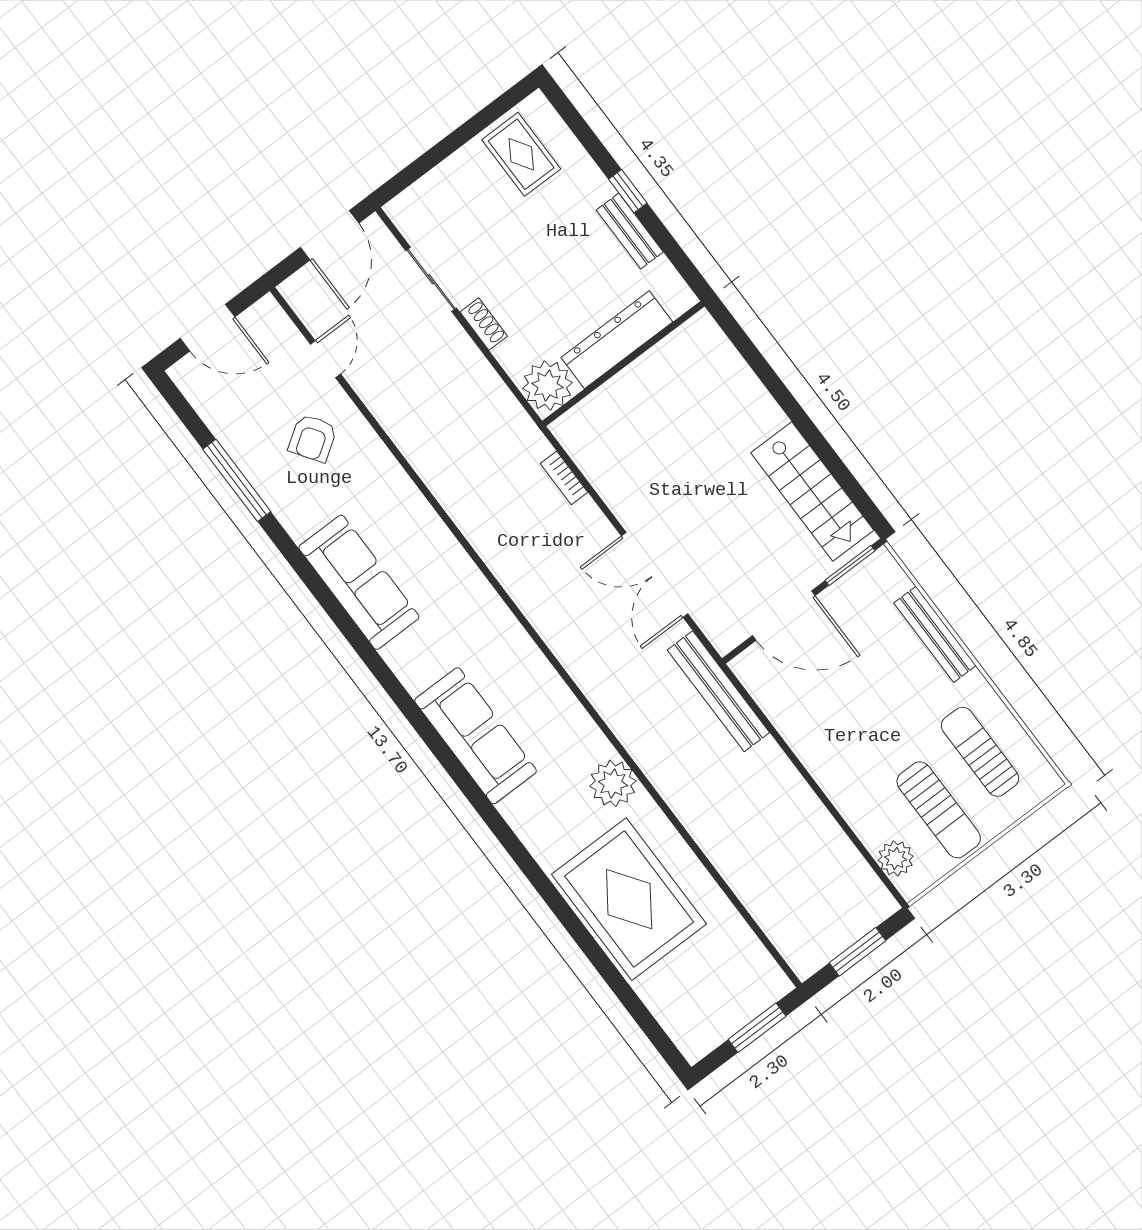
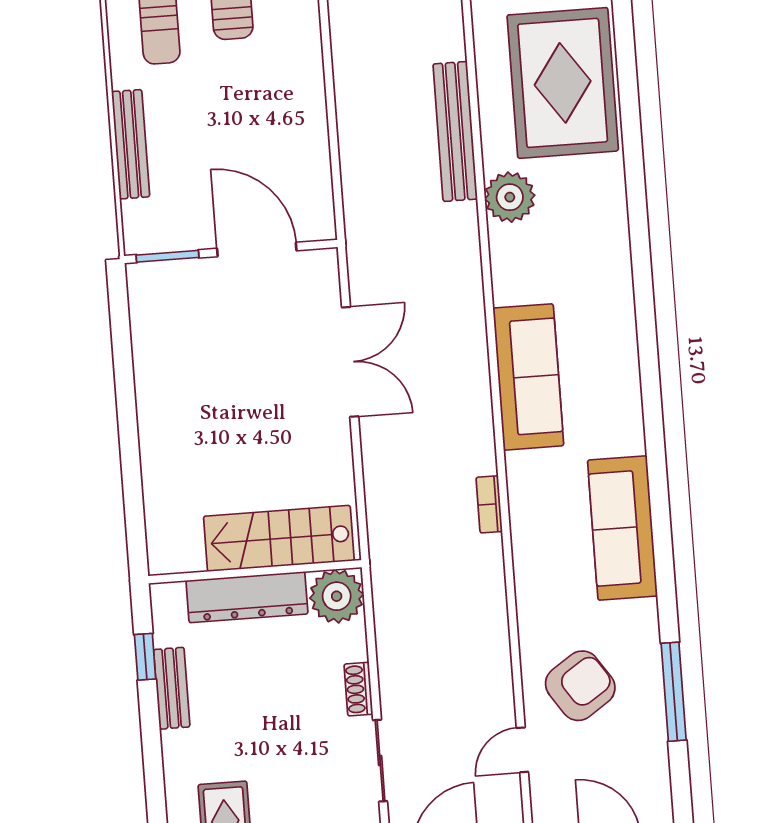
window: (628, 191) -> (145, 657), moved
armchair: (313, 438) -> (580, 686), width x1.38, depth x1.38
bookcase: (564, 478) -> (489, 504), moved, turned 180
stairs: (812, 491) -> (279, 538), moved, turned -90
bench: (718, 691) -> (455, 131), moved
sofa: (475, 736) -> (528, 377), moved, turned 180

